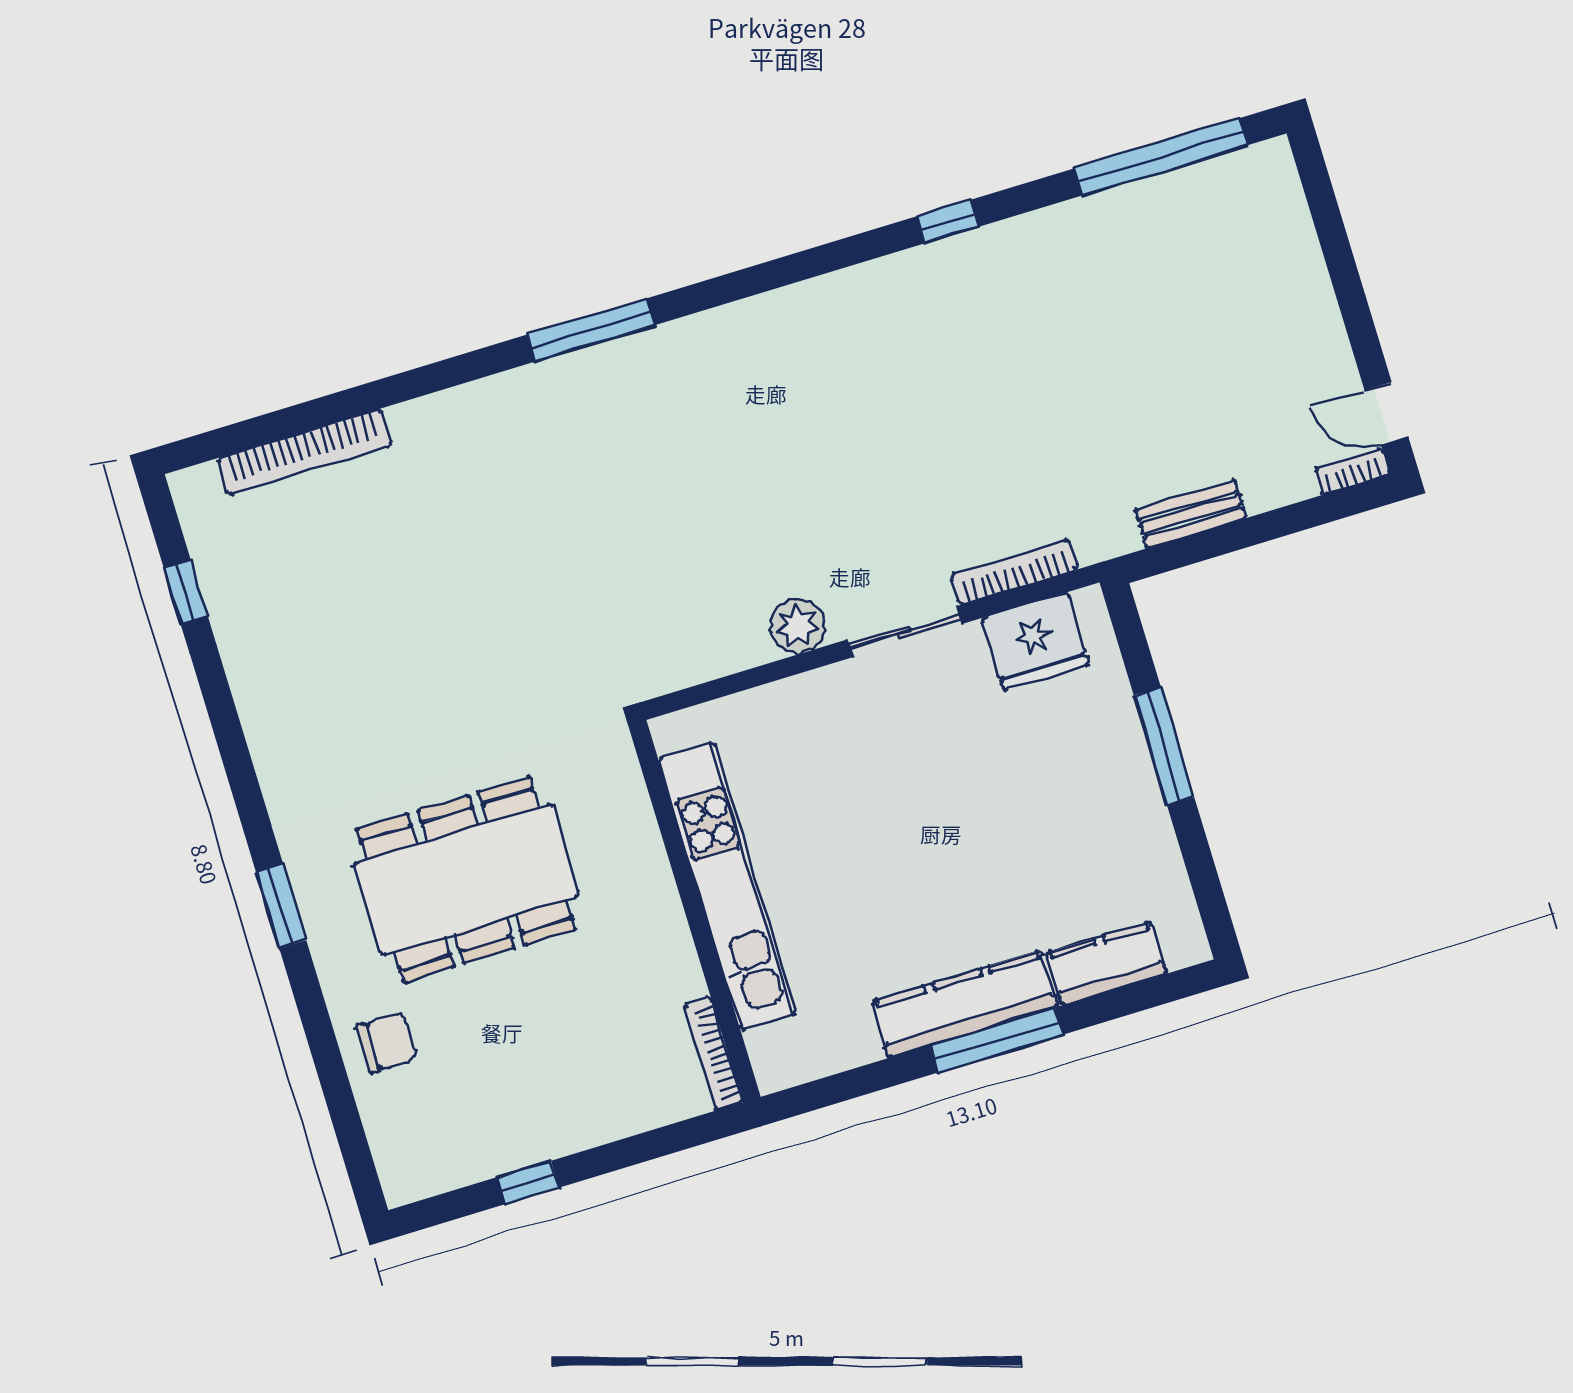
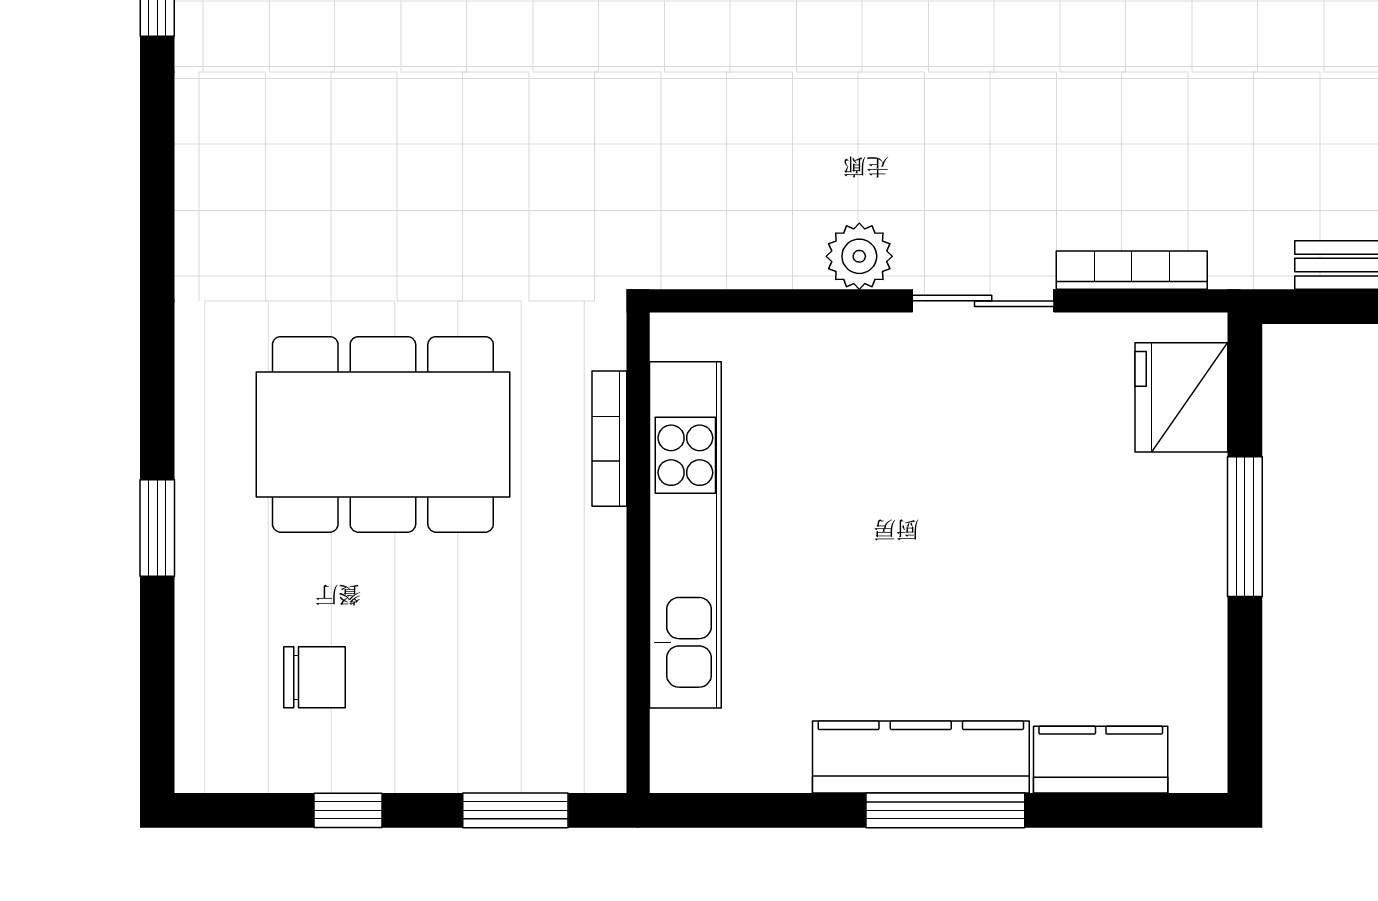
fridge: (1035, 641) -> (1181, 397), moved, turned 90
window: (281, 906) -> (157, 528), moved
chair: (387, 1042) -> (315, 677), moved
bookcase: (713, 1053) -> (609, 439), moved
window: (660, 1142) -> (515, 810), added

